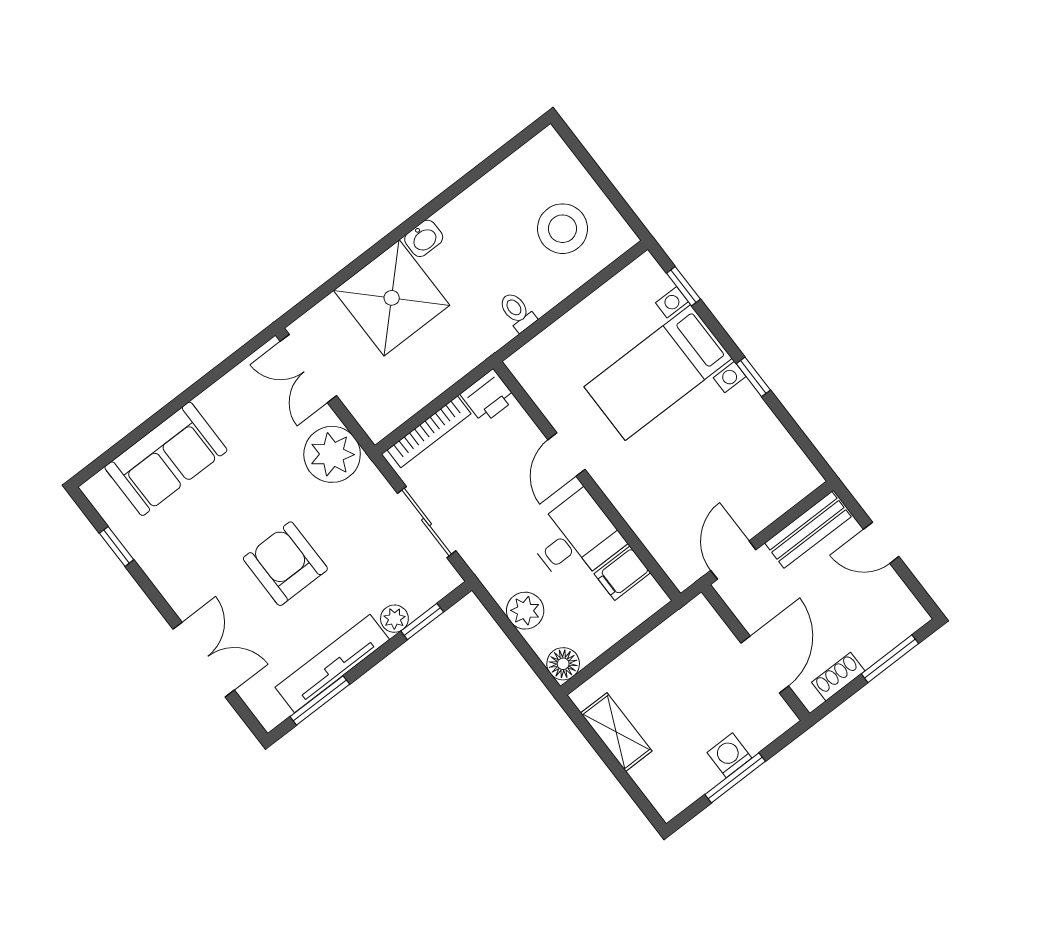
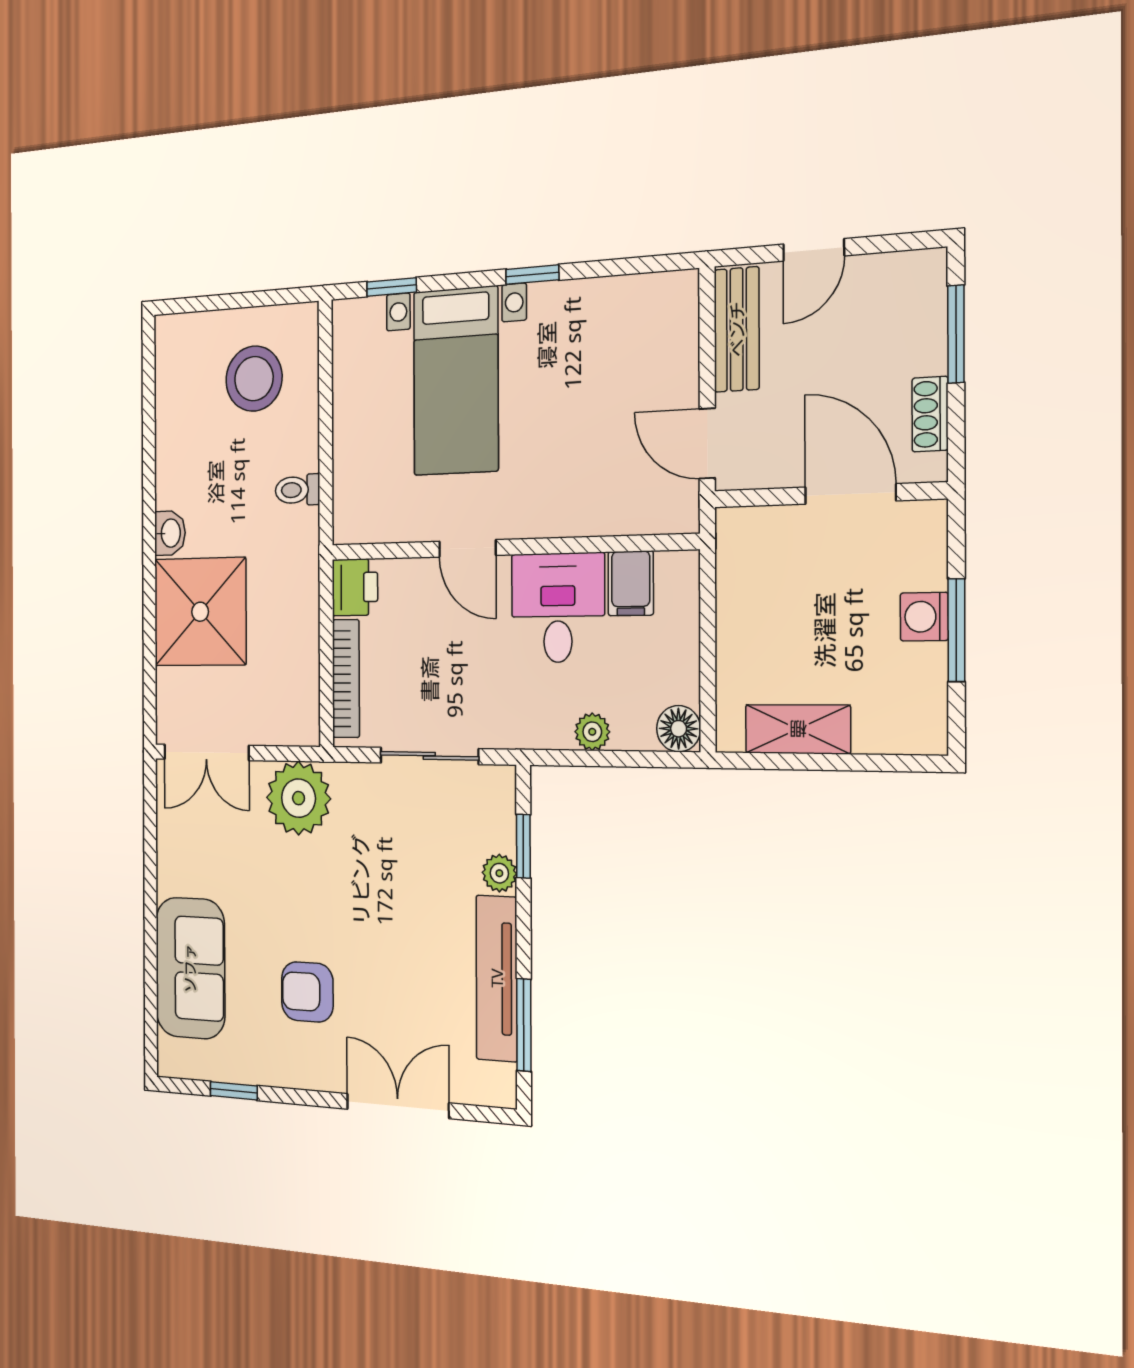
armchair: (285, 564) -> (307, 992), moved, width x0.72, depth x0.72
plant: (525, 611) -> (592, 732), width x0.73, depth x0.73

